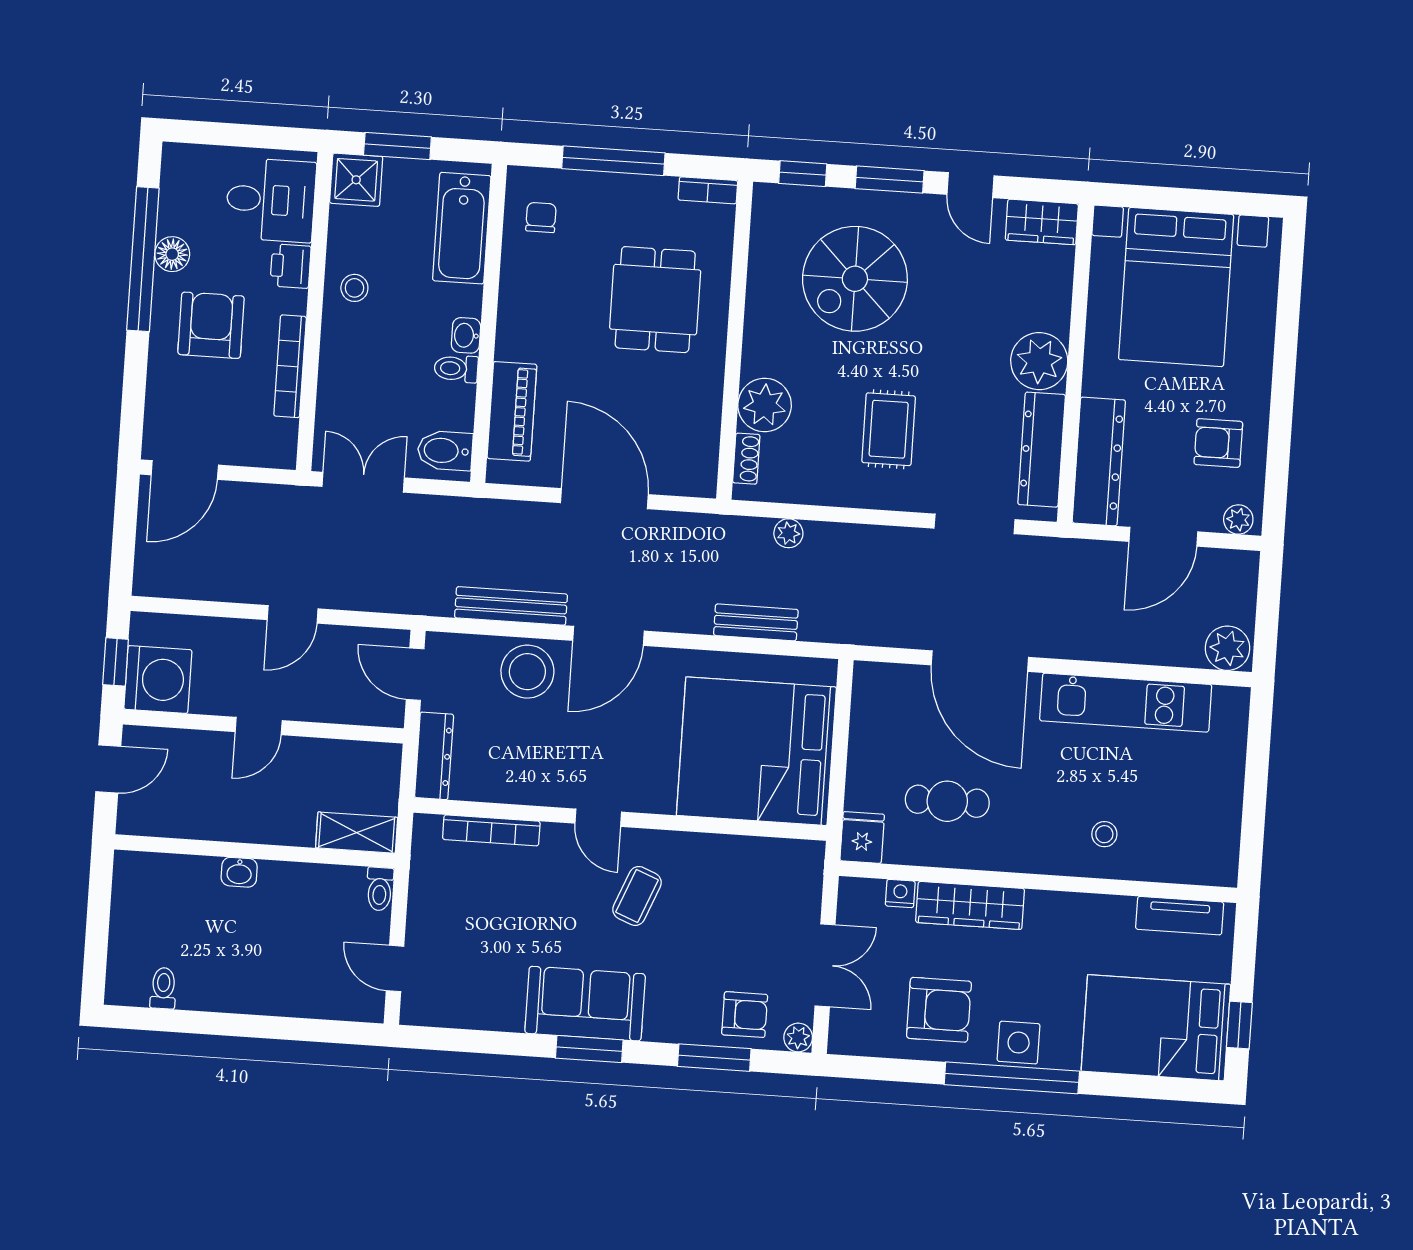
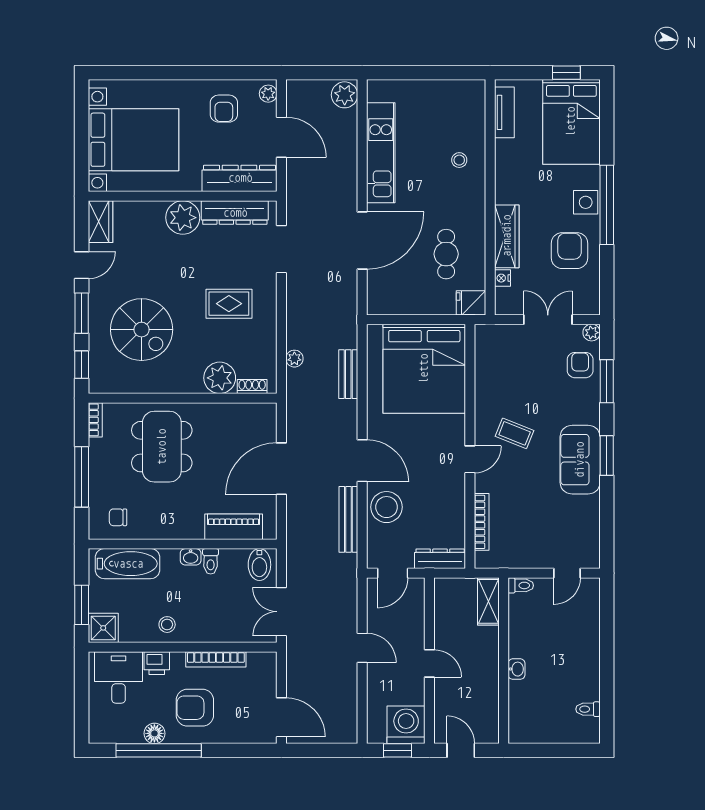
dining table: (655, 300) -> (162, 447), width x1.37

